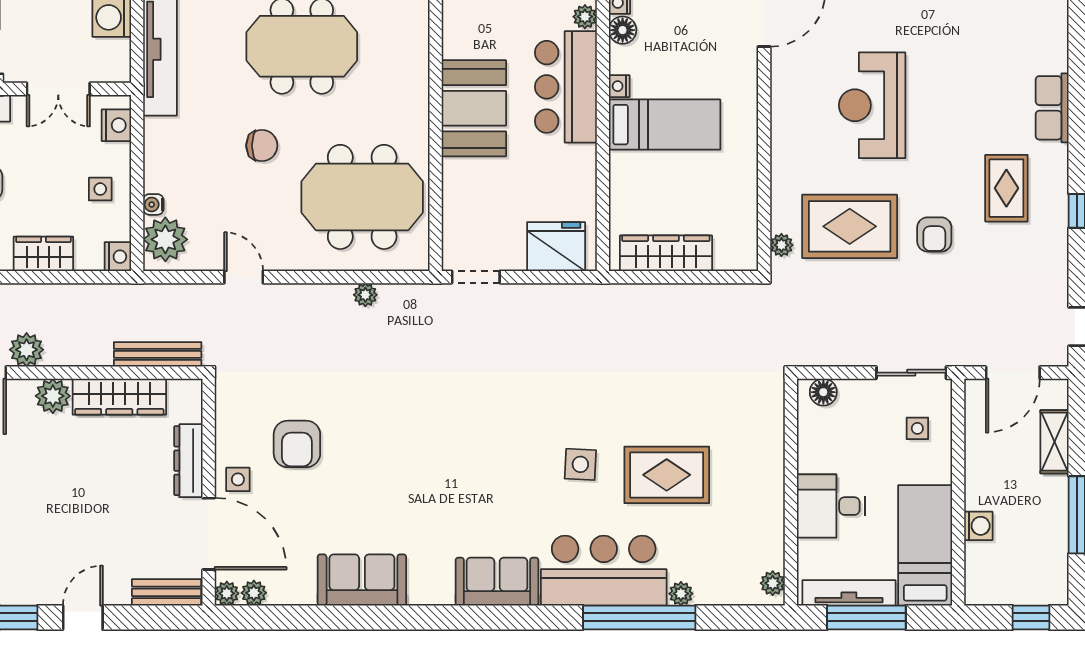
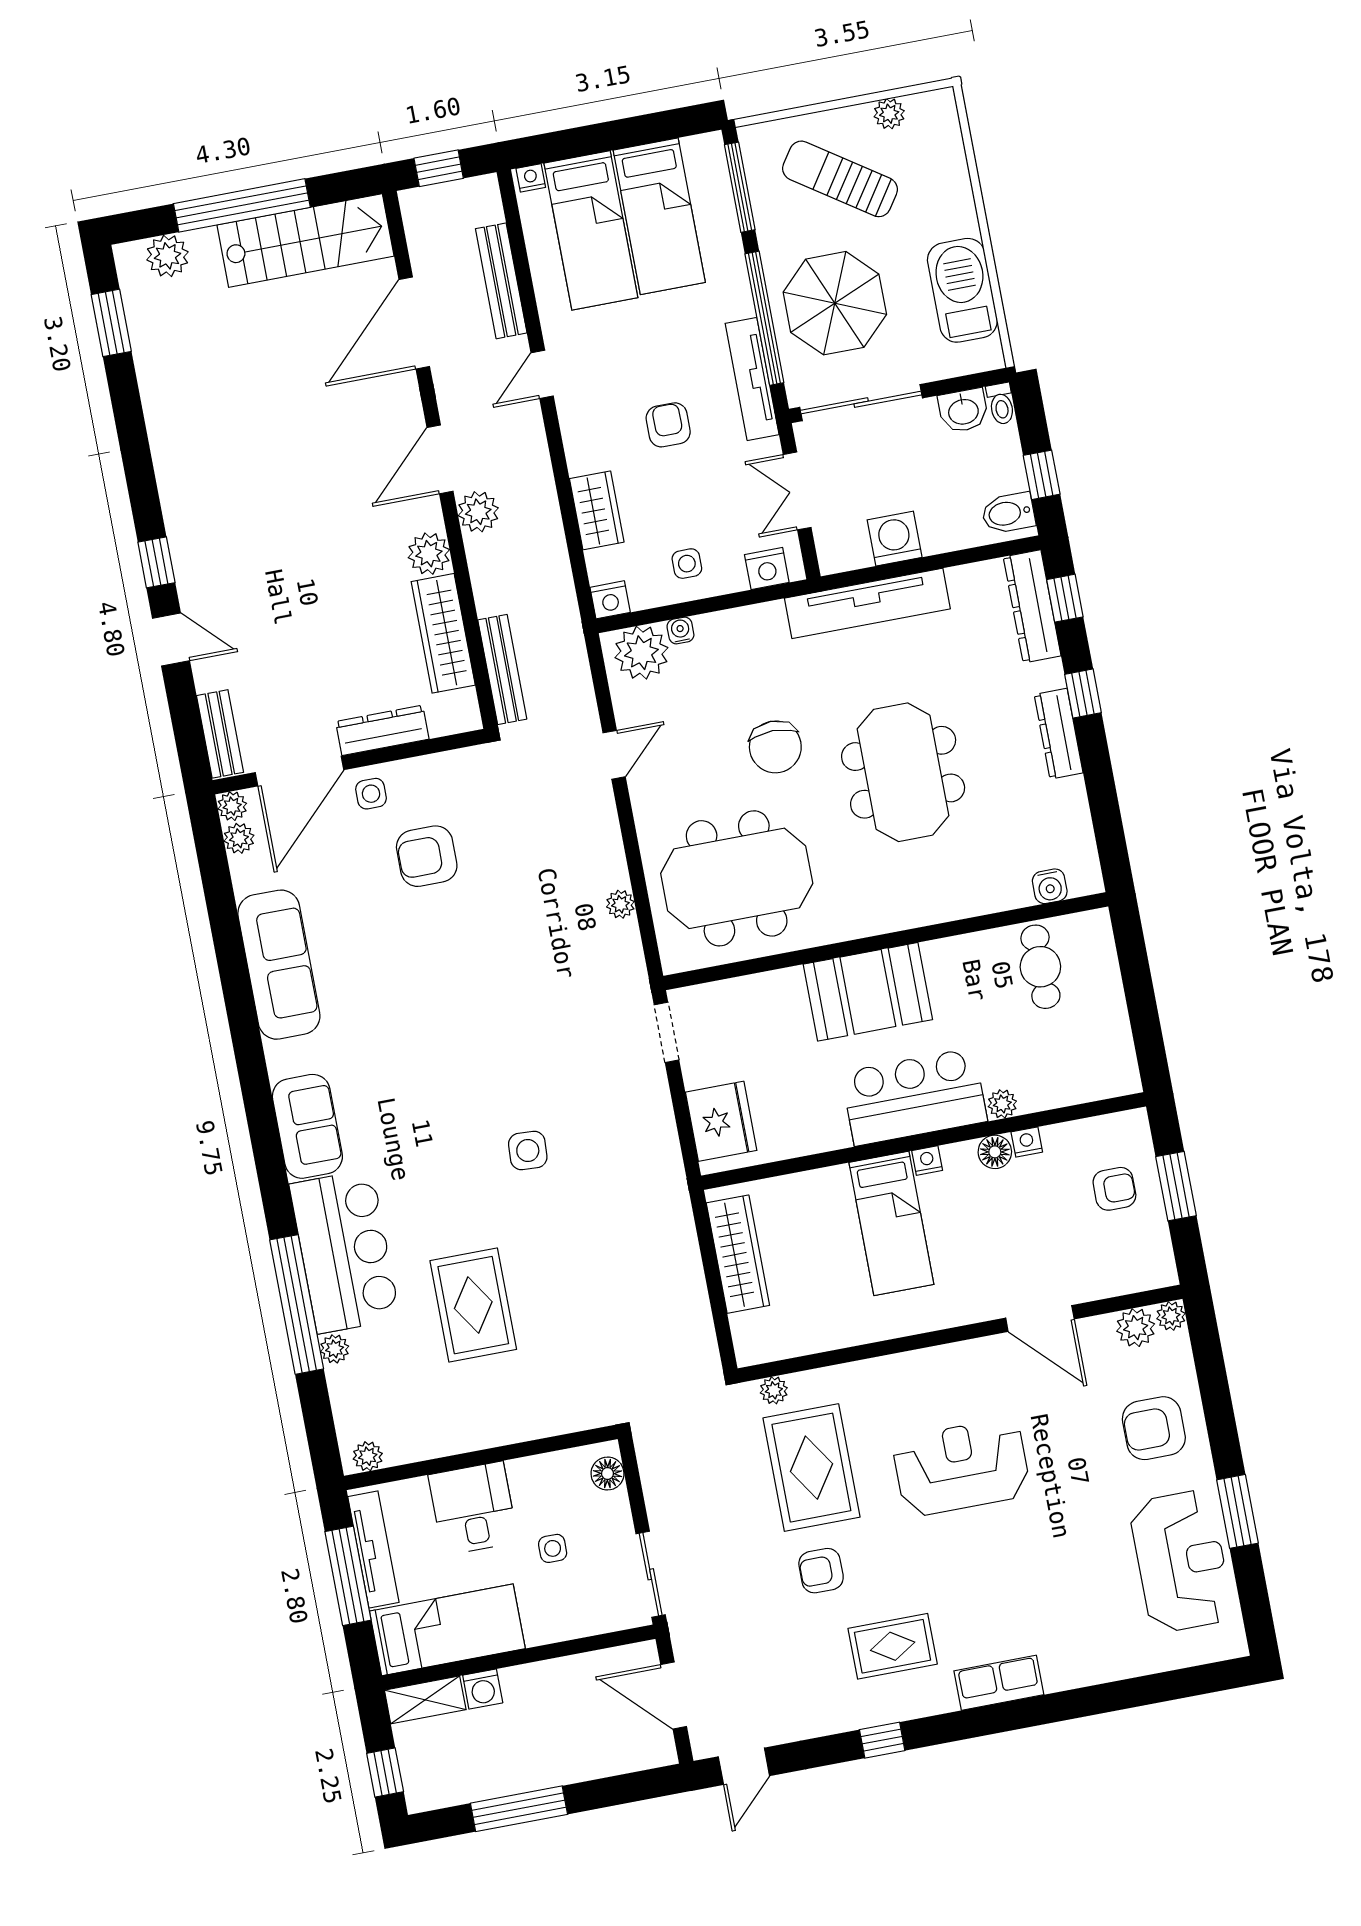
chair: (262, 146) -> (775, 747), width x1.37, depth x1.37
meeting table: (362, 197) -> (737, 878), turned 90
side table: (917, 428) -> (553, 1548), moved
shelving: (1054, 442) -> (425, 1700), moved
side table: (580, 464) -> (528, 1150), moved
sofa: (362, 580) -> (279, 965), width x1.36

